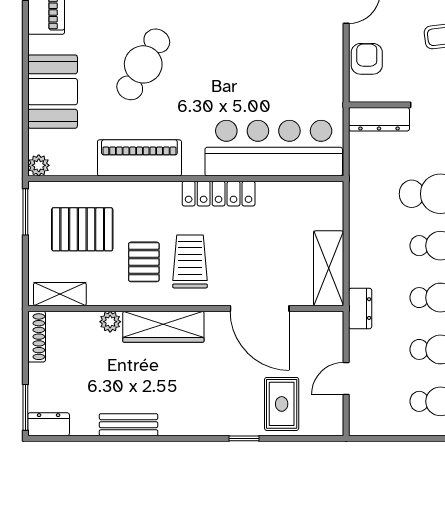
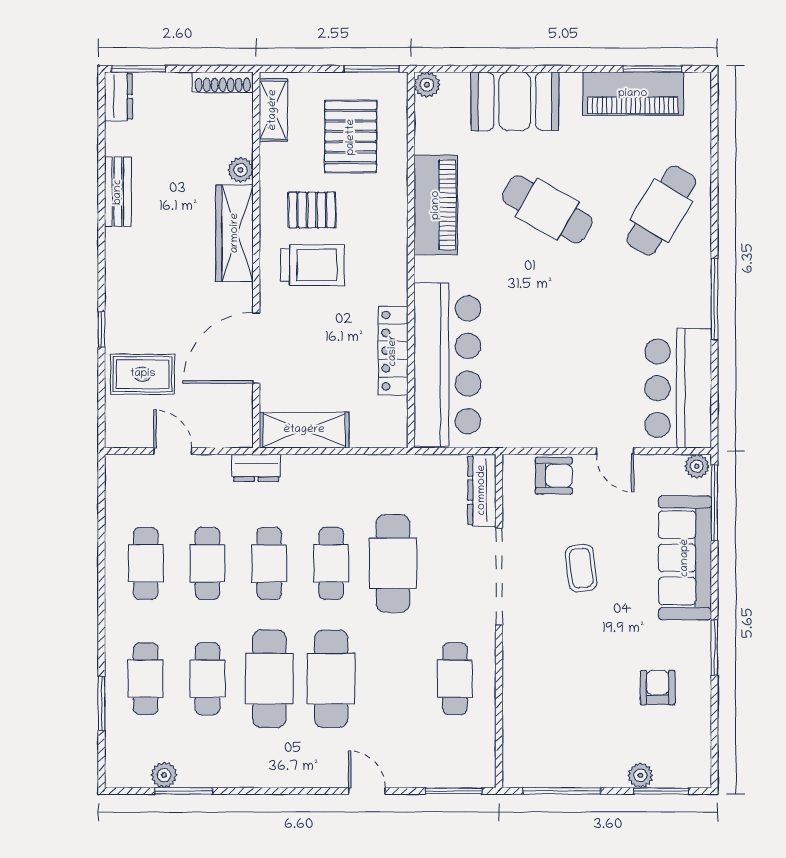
locker: (219, 194) -> (393, 351), moved

